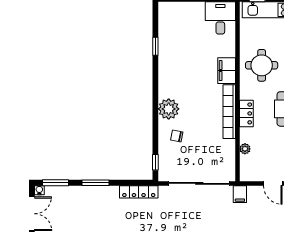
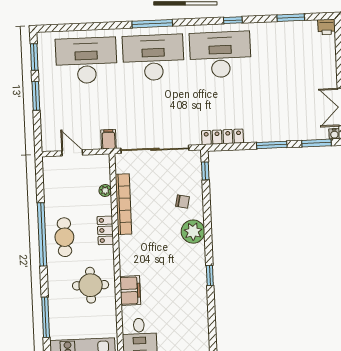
window: (155, 46) -> (210, 276), moved
filing cabinet: (227, 71) -> (130, 290), moved
bookcase: (229, 112) -> (123, 204), moved

